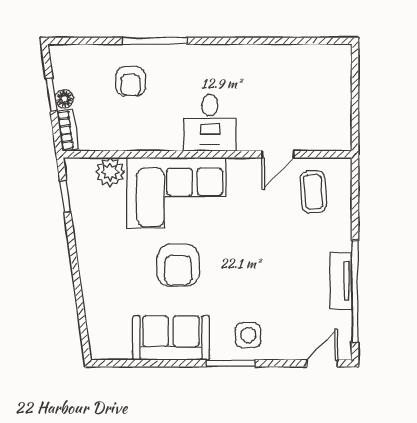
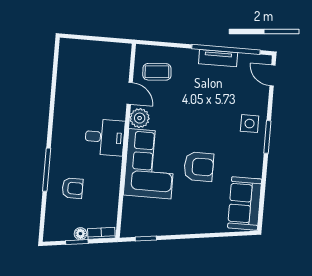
plant: (110, 172) -> (140, 118), moved
sofa: (171, 338) -> (245, 203), moved

